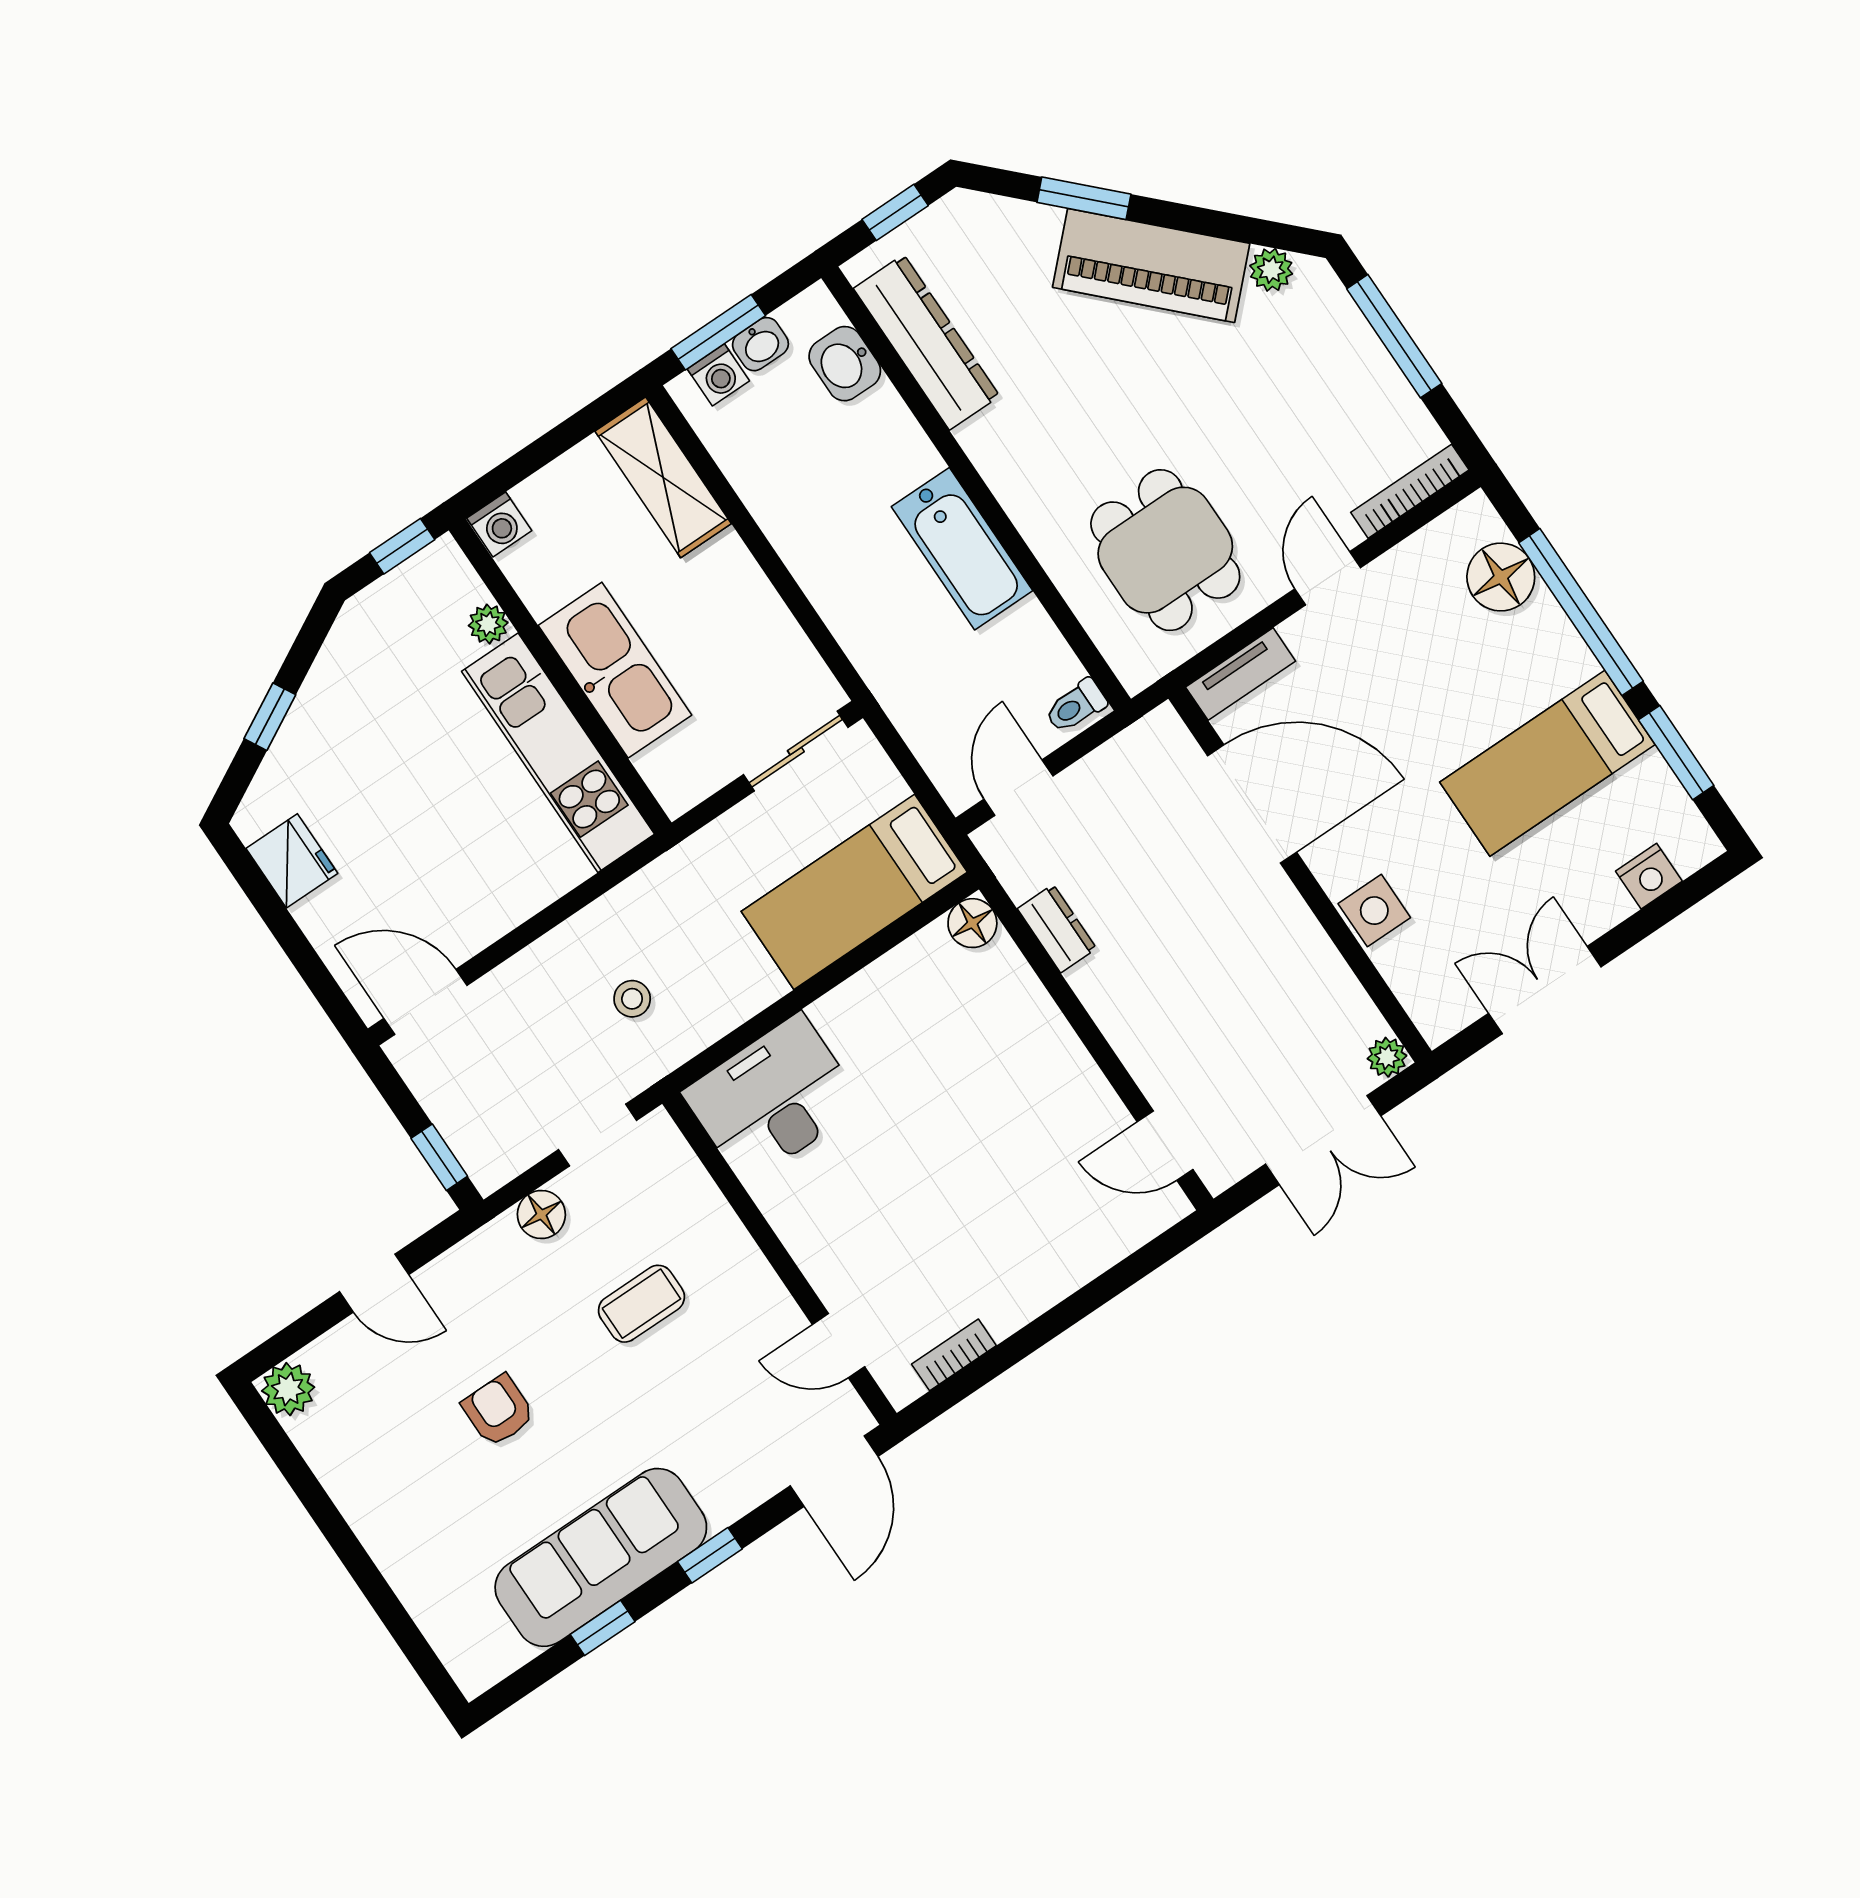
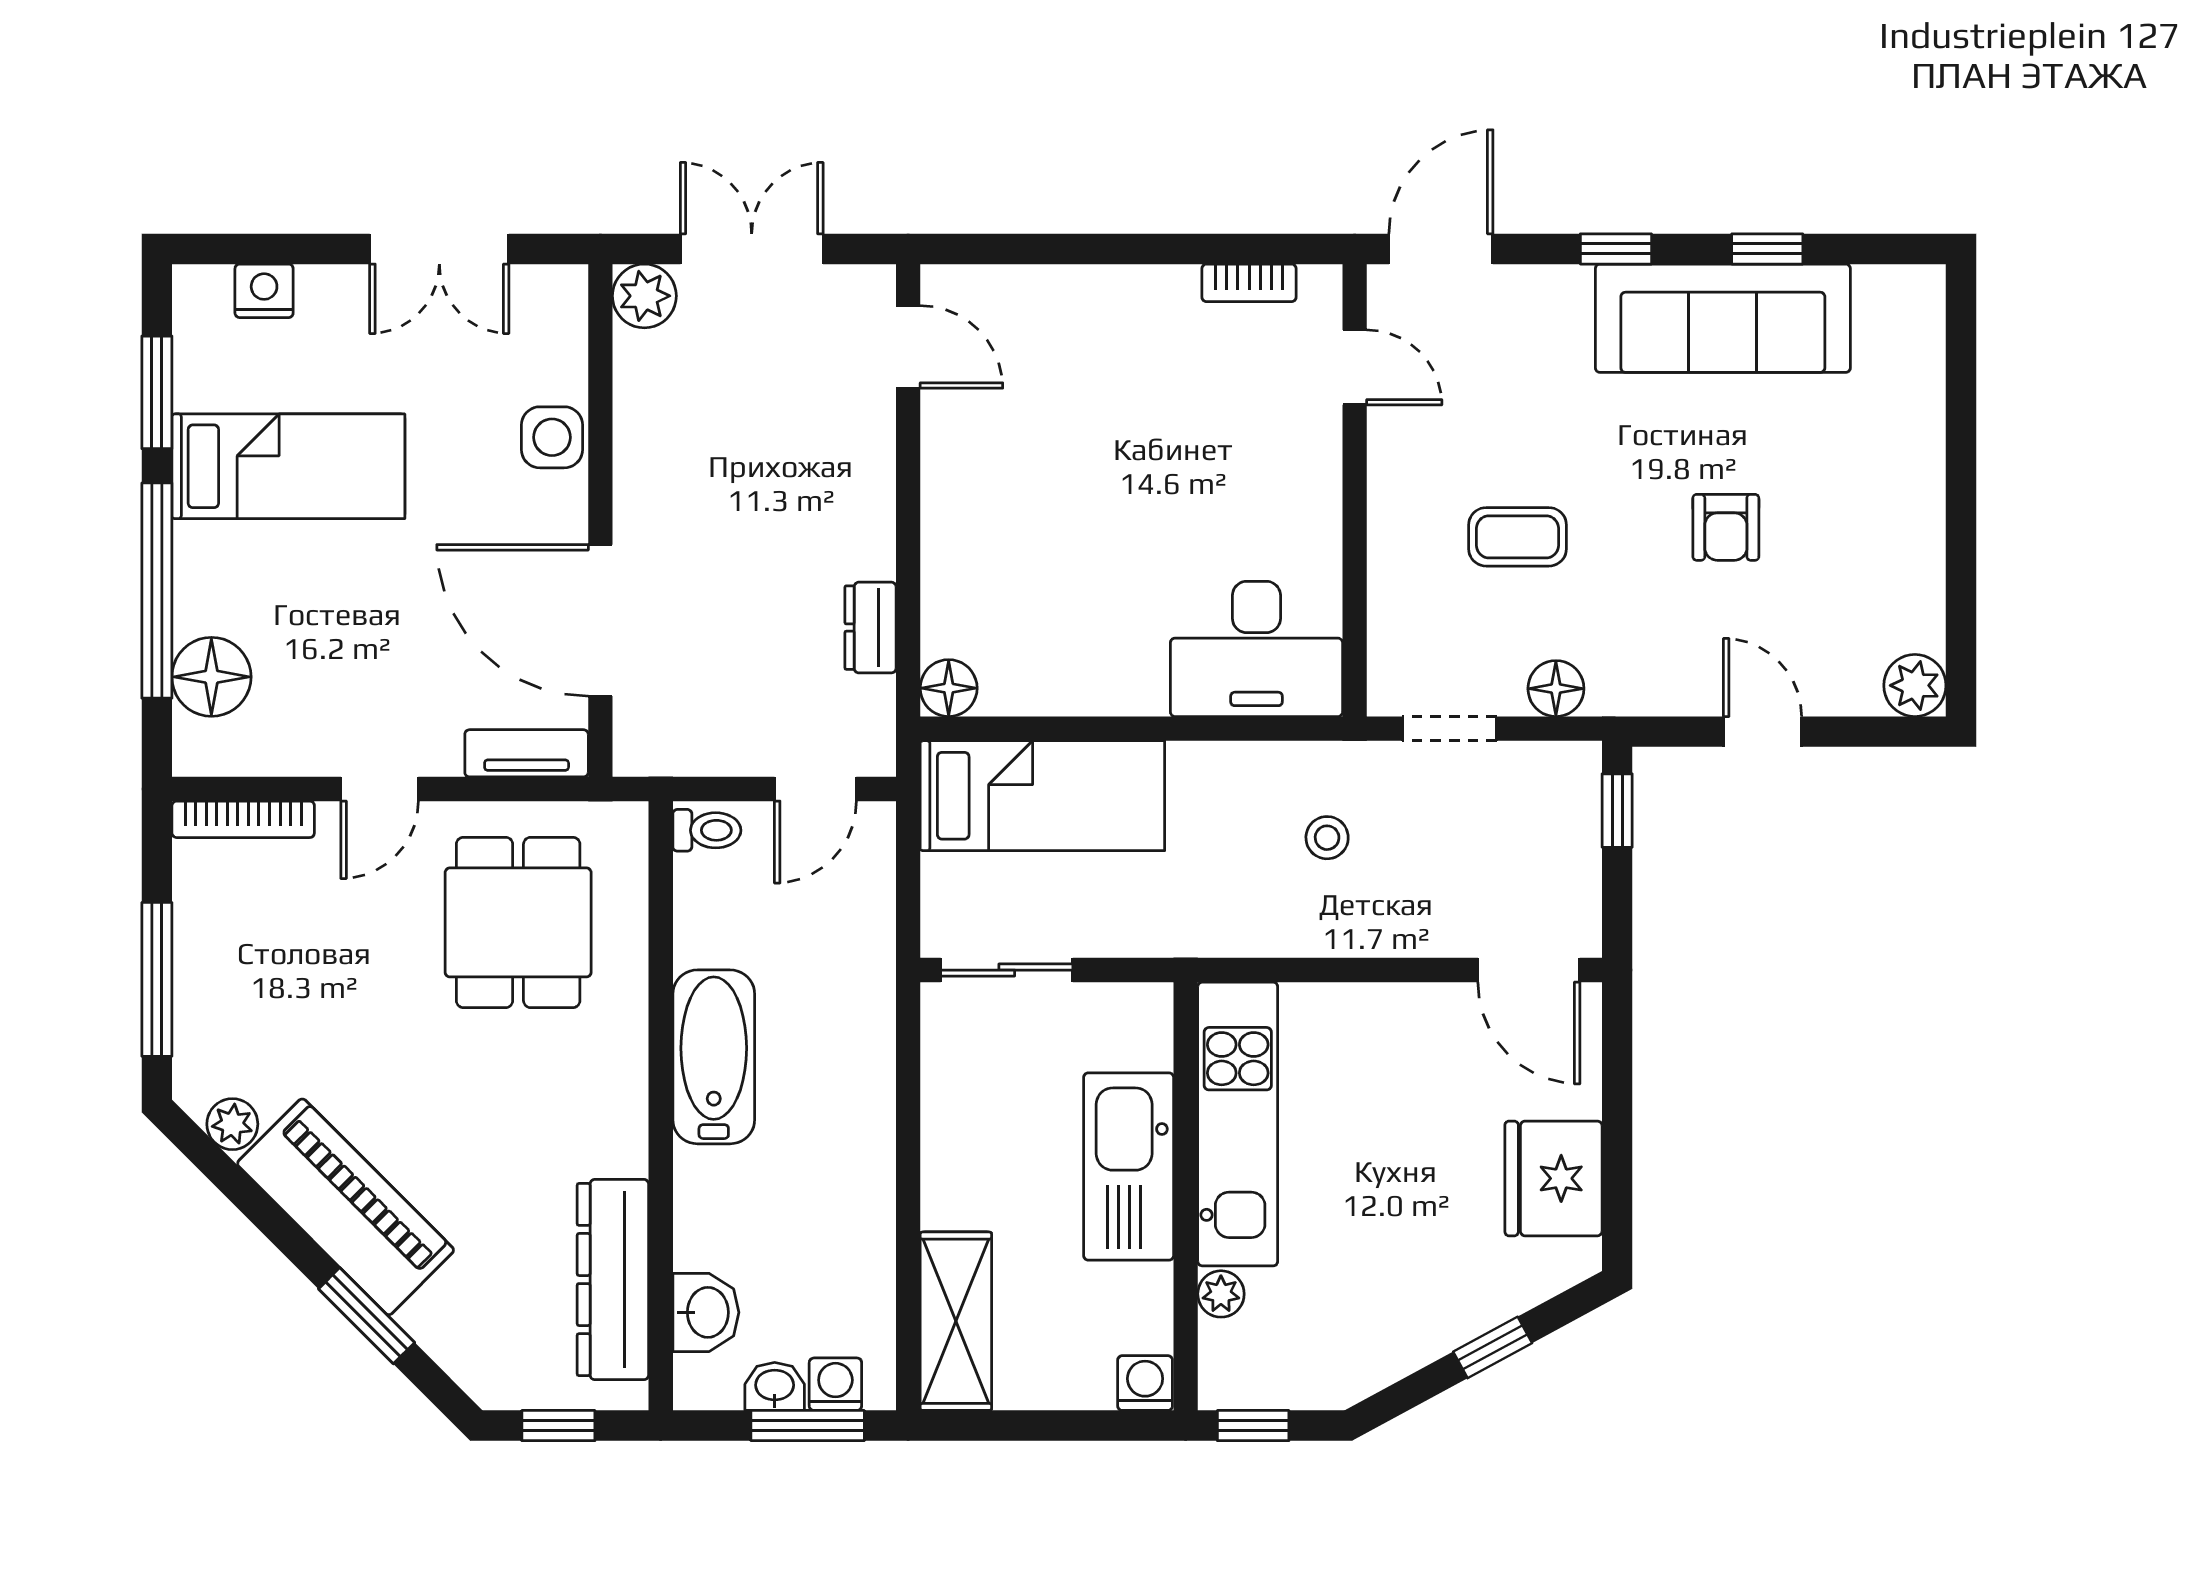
fridge: (292, 861) -> (1553, 1178), width x1.36, depth x1.34
plant: (1387, 1057) -> (644, 296), width x1.38, depth x1.38

